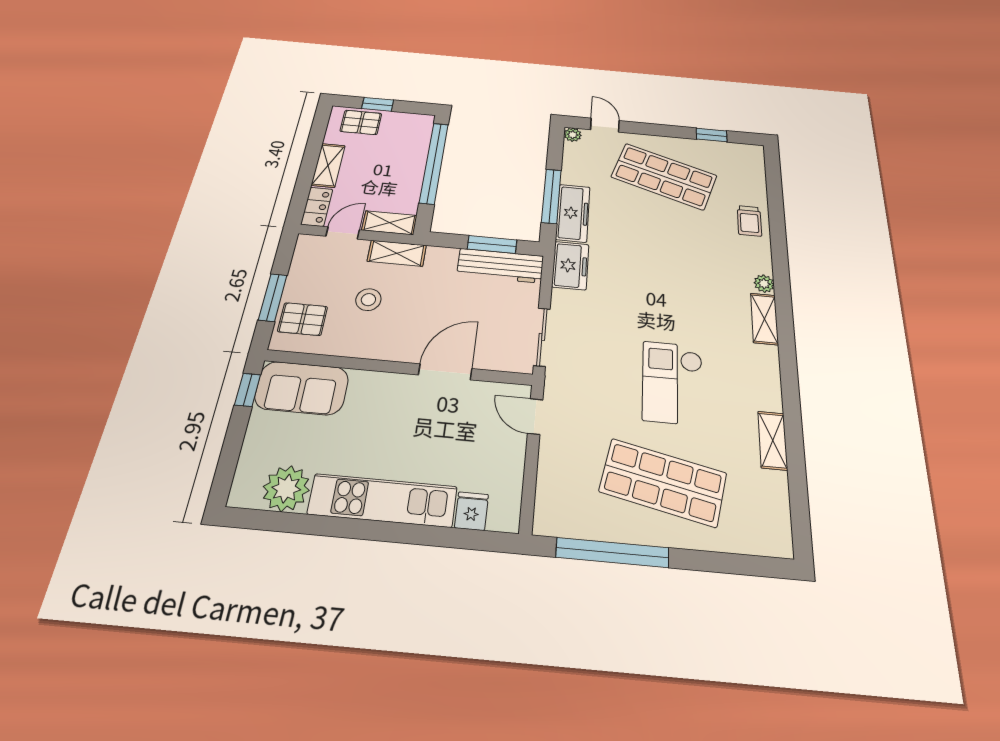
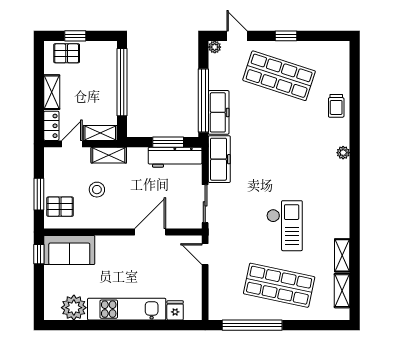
window: (712, 135) -> (286, 36), moved
window: (551, 196) -> (203, 101), width x1.46
freezer: (570, 266) -> (219, 159), width x1.40
shelving: (764, 319) -> (342, 291), moved
checkout: (673, 383) -> (285, 226), turned 180

